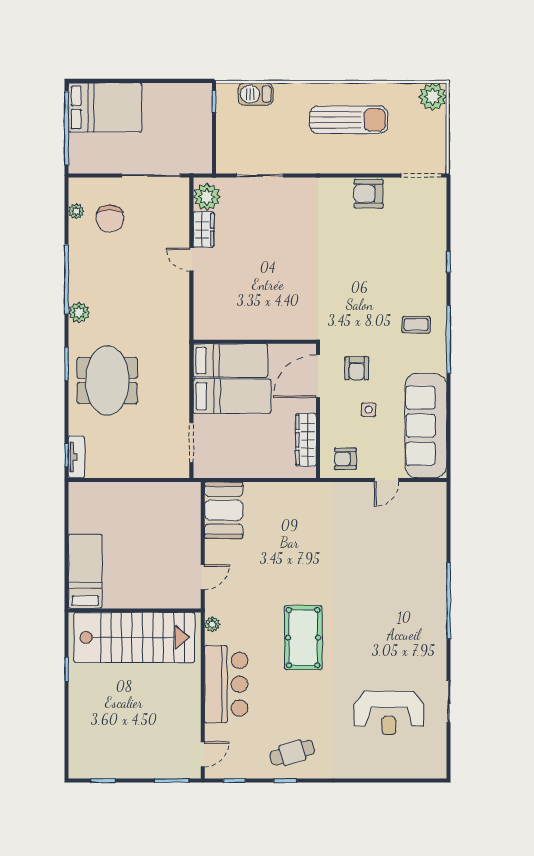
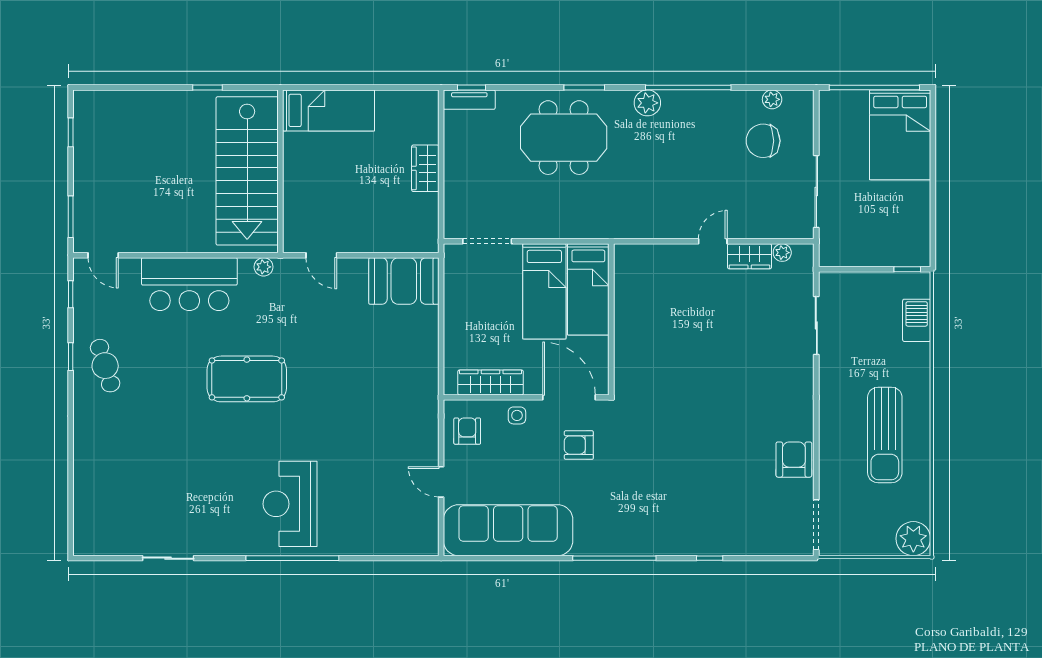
plant: (207, 197) -> (782, 253), width x0.53, depth x0.53
coffee table: (416, 325) -> (633, 518), removed
side table: (369, 410) -> (517, 415), moved
wardrobe: (132, 493) -> (425, 168), added
reception desk: (389, 713) -> (290, 504), moved

